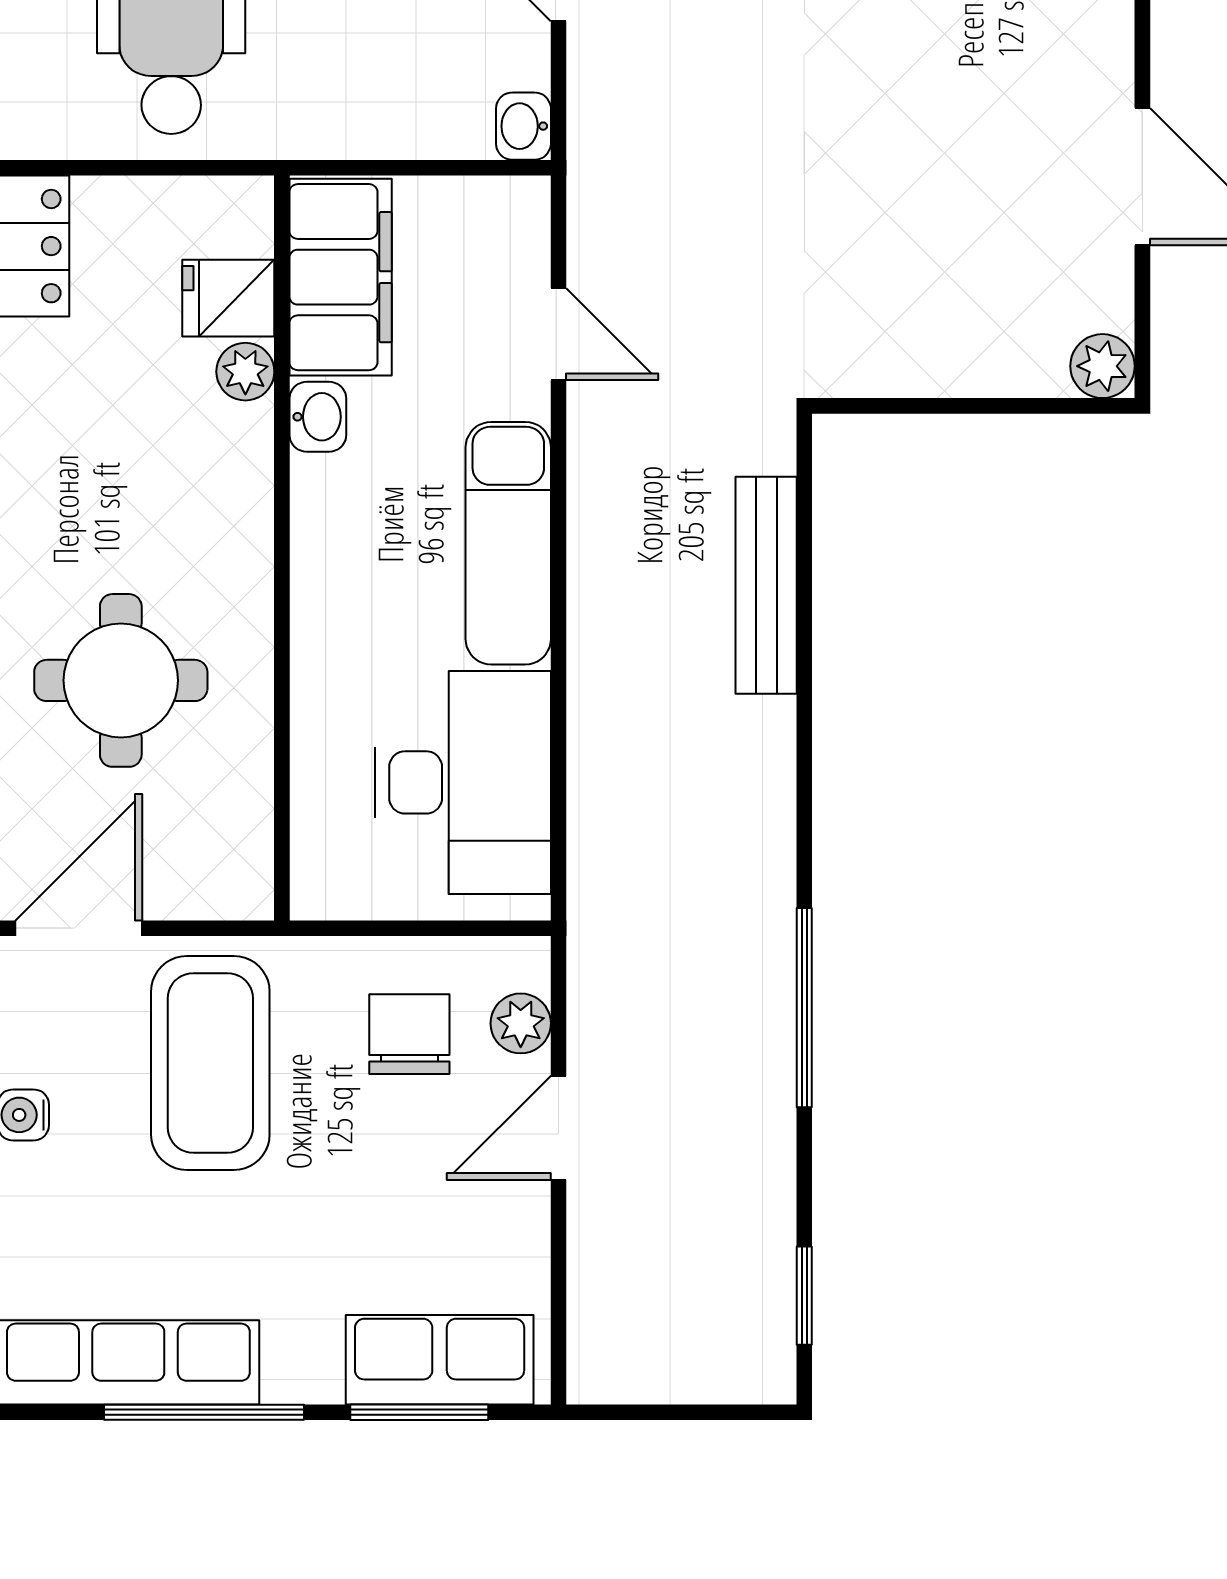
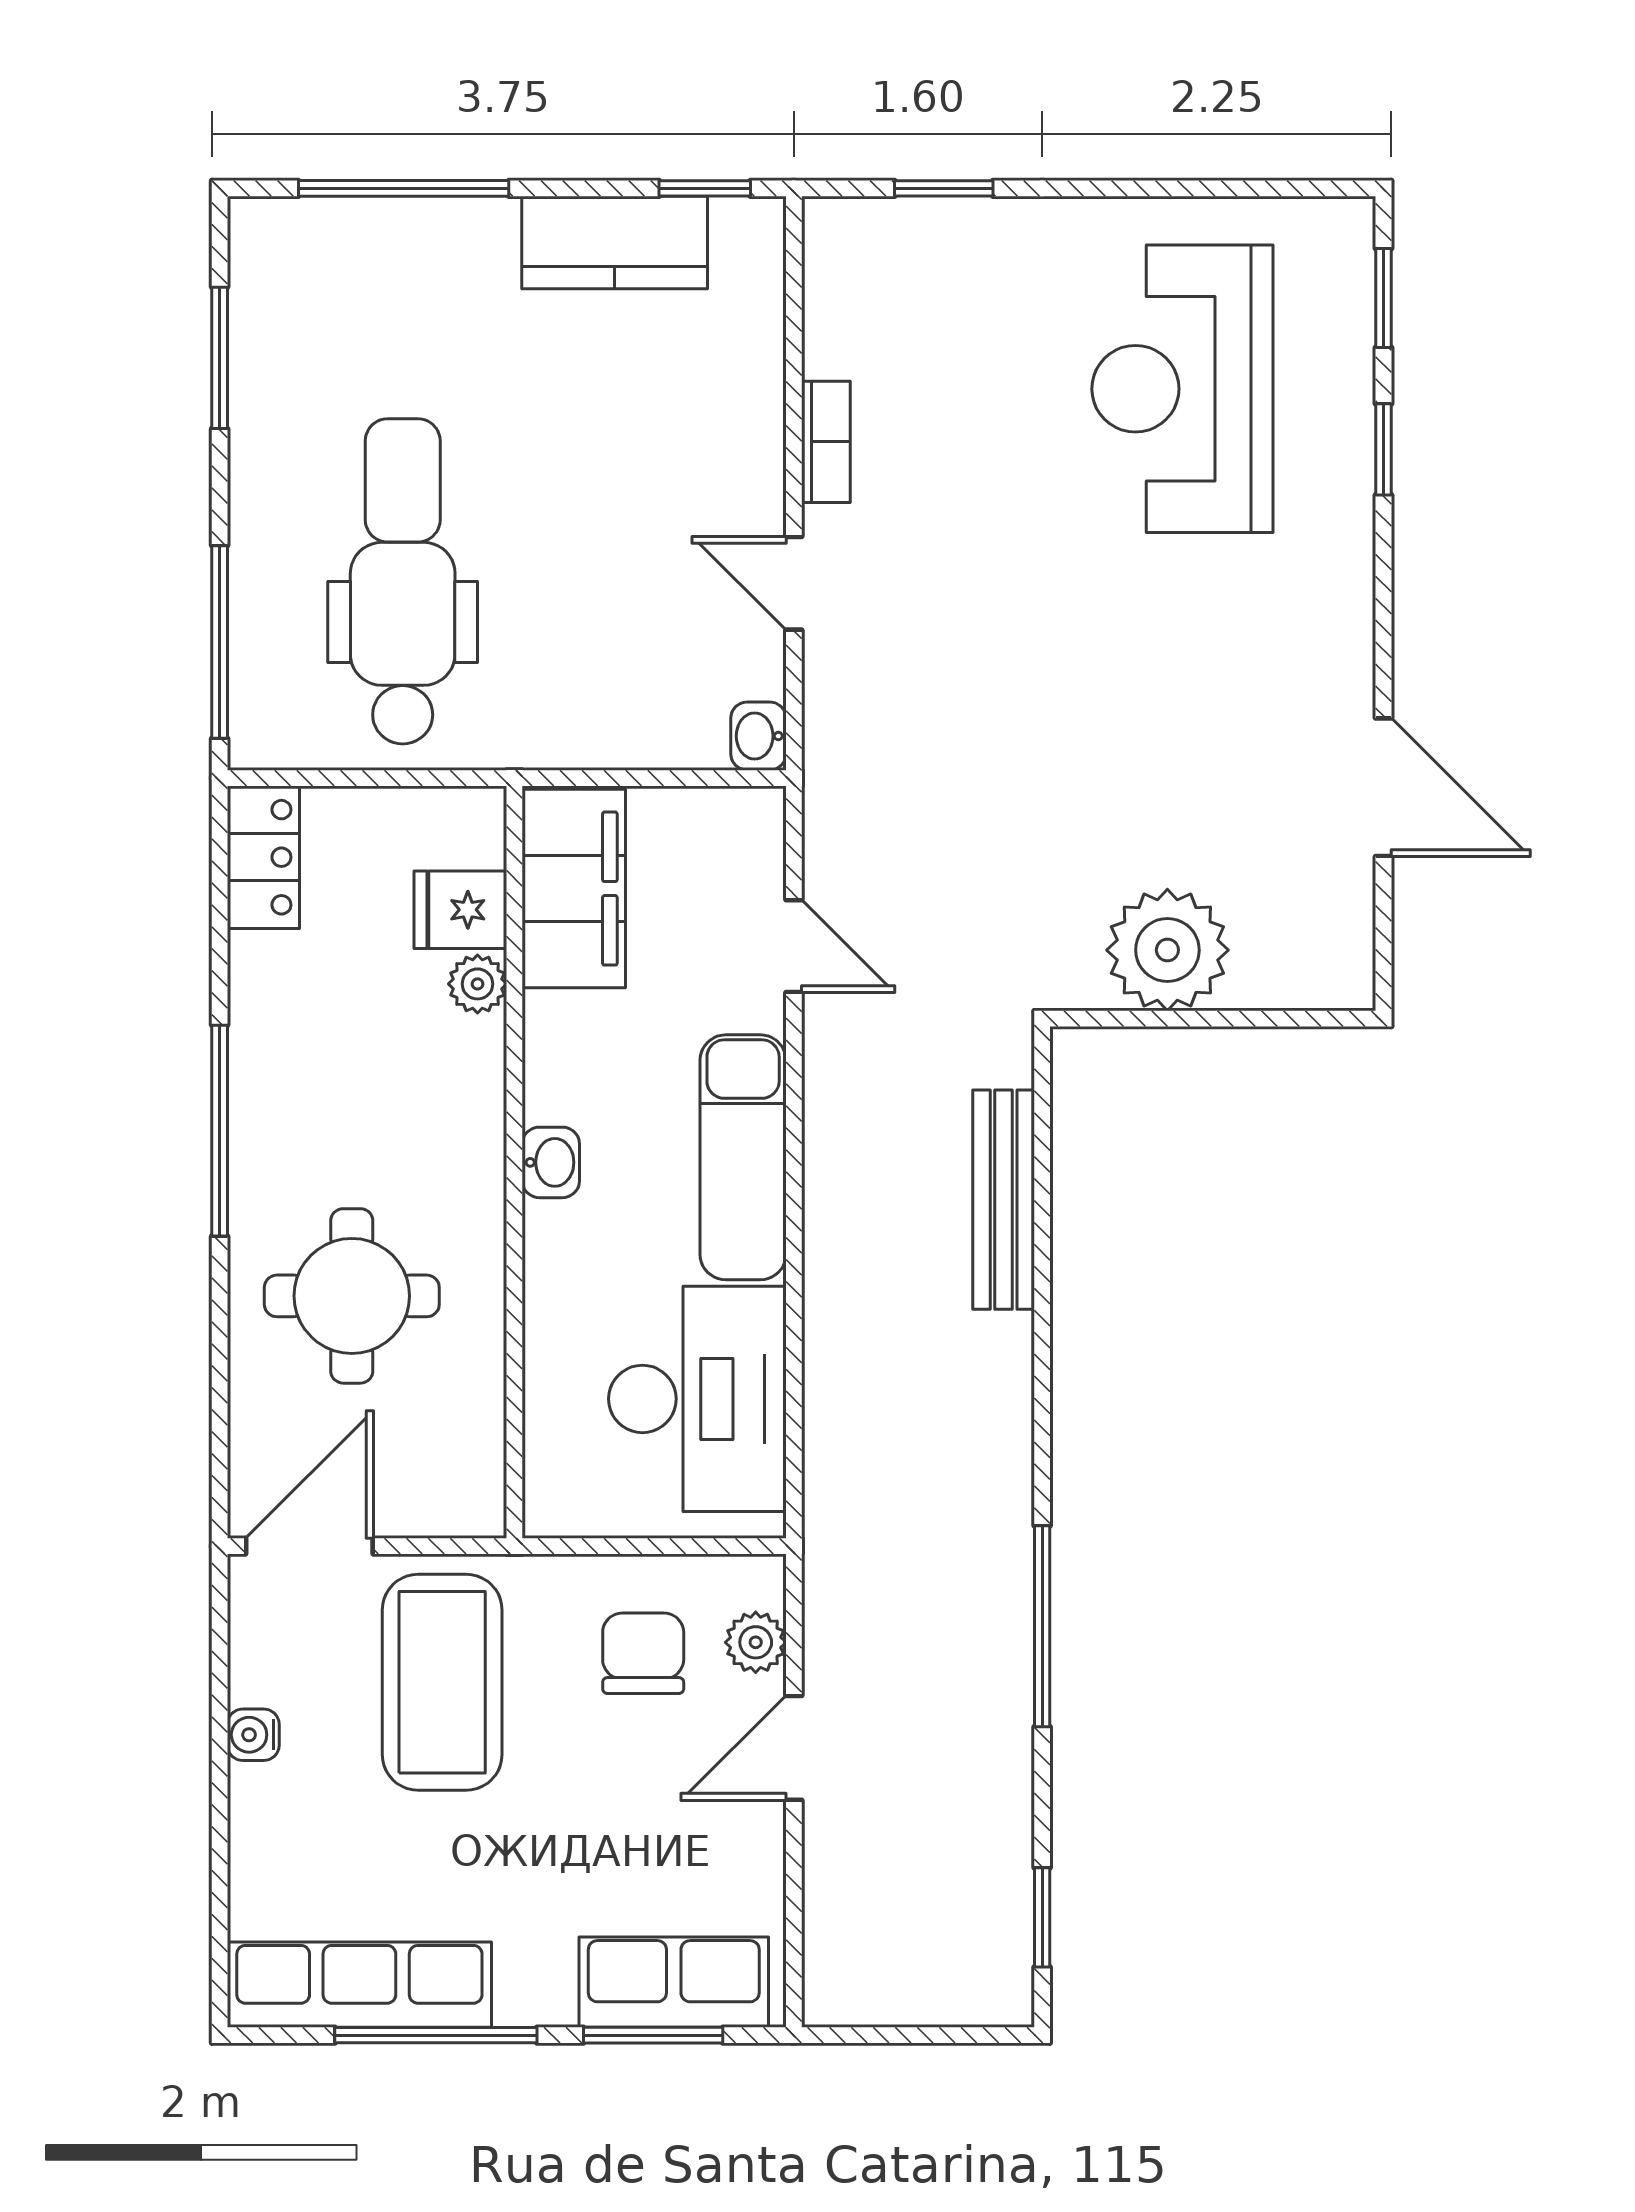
plant: (1103, 366) -> (1167, 950), moved, width x1.87, depth x1.87
washbasin: (318, 417) -> (551, 1162), moved

